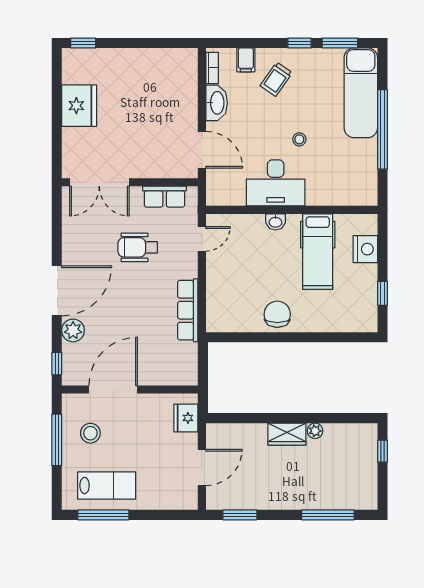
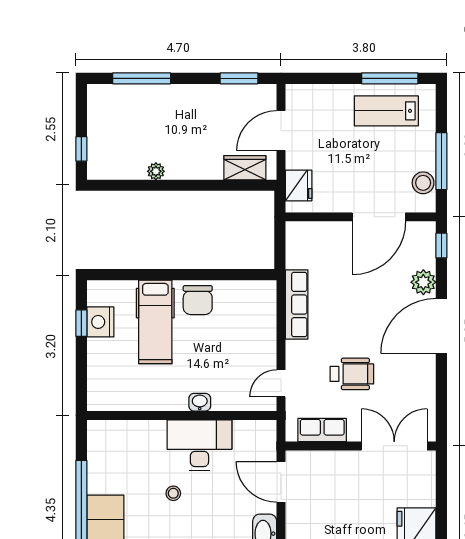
nightstand: (365, 249) -> (100, 322), moved
hospital bed: (318, 252) -> (155, 322), moved, turned 180
stool: (90, 433) -> (423, 183), moved
wardrobe: (287, 434) -> (245, 168), moved

